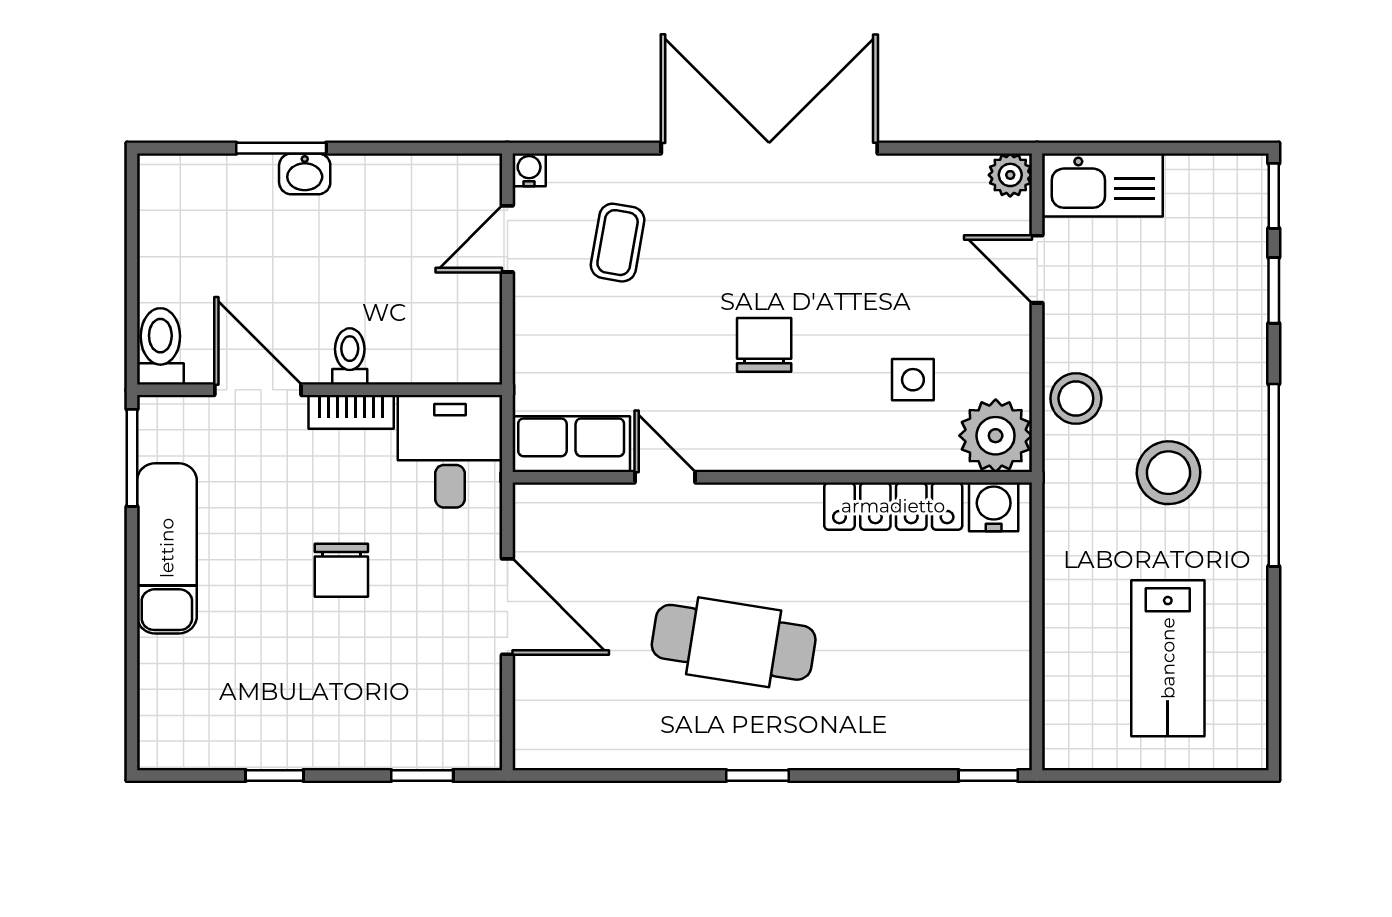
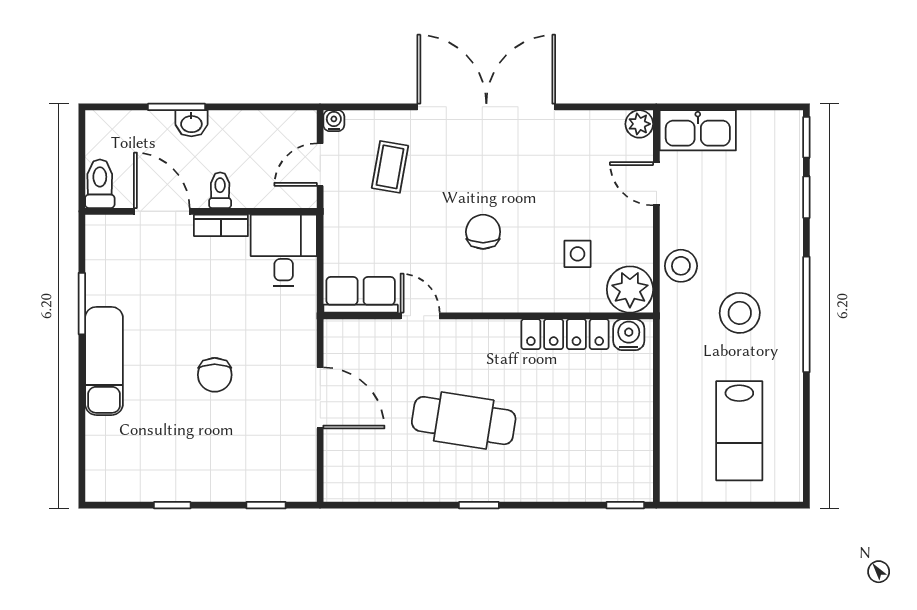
toilet: (160, 346) -> (100, 184), moved
toilet: (350, 356) -> (220, 190), moved
door: (258, 390) -> (162, 211), moved
wall: (320, 390) -> (201, 211), moved
bookcase: (351, 412) -> (221, 225), moved
desk: (450, 451) -> (284, 250), moved

